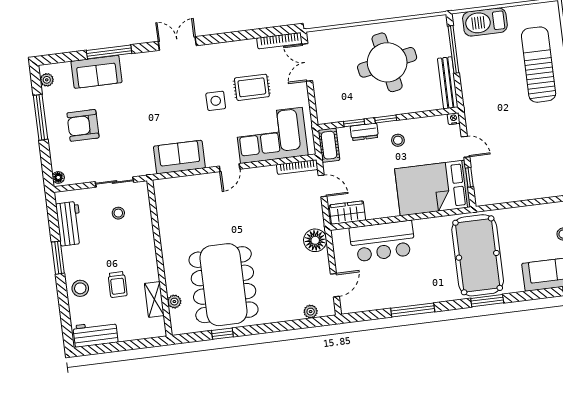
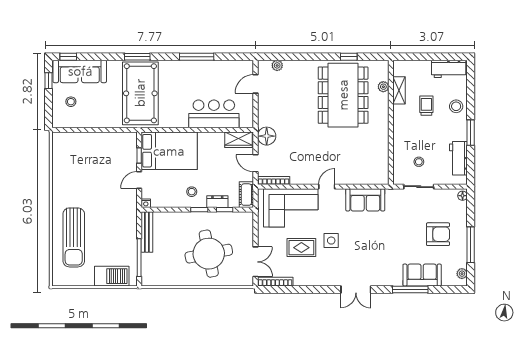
round table: (387, 62) -> (209, 254), moved
door: (466, 147) -> (139, 180), hinge flipped
floor lamp: (315, 240) -> (267, 136), moved

